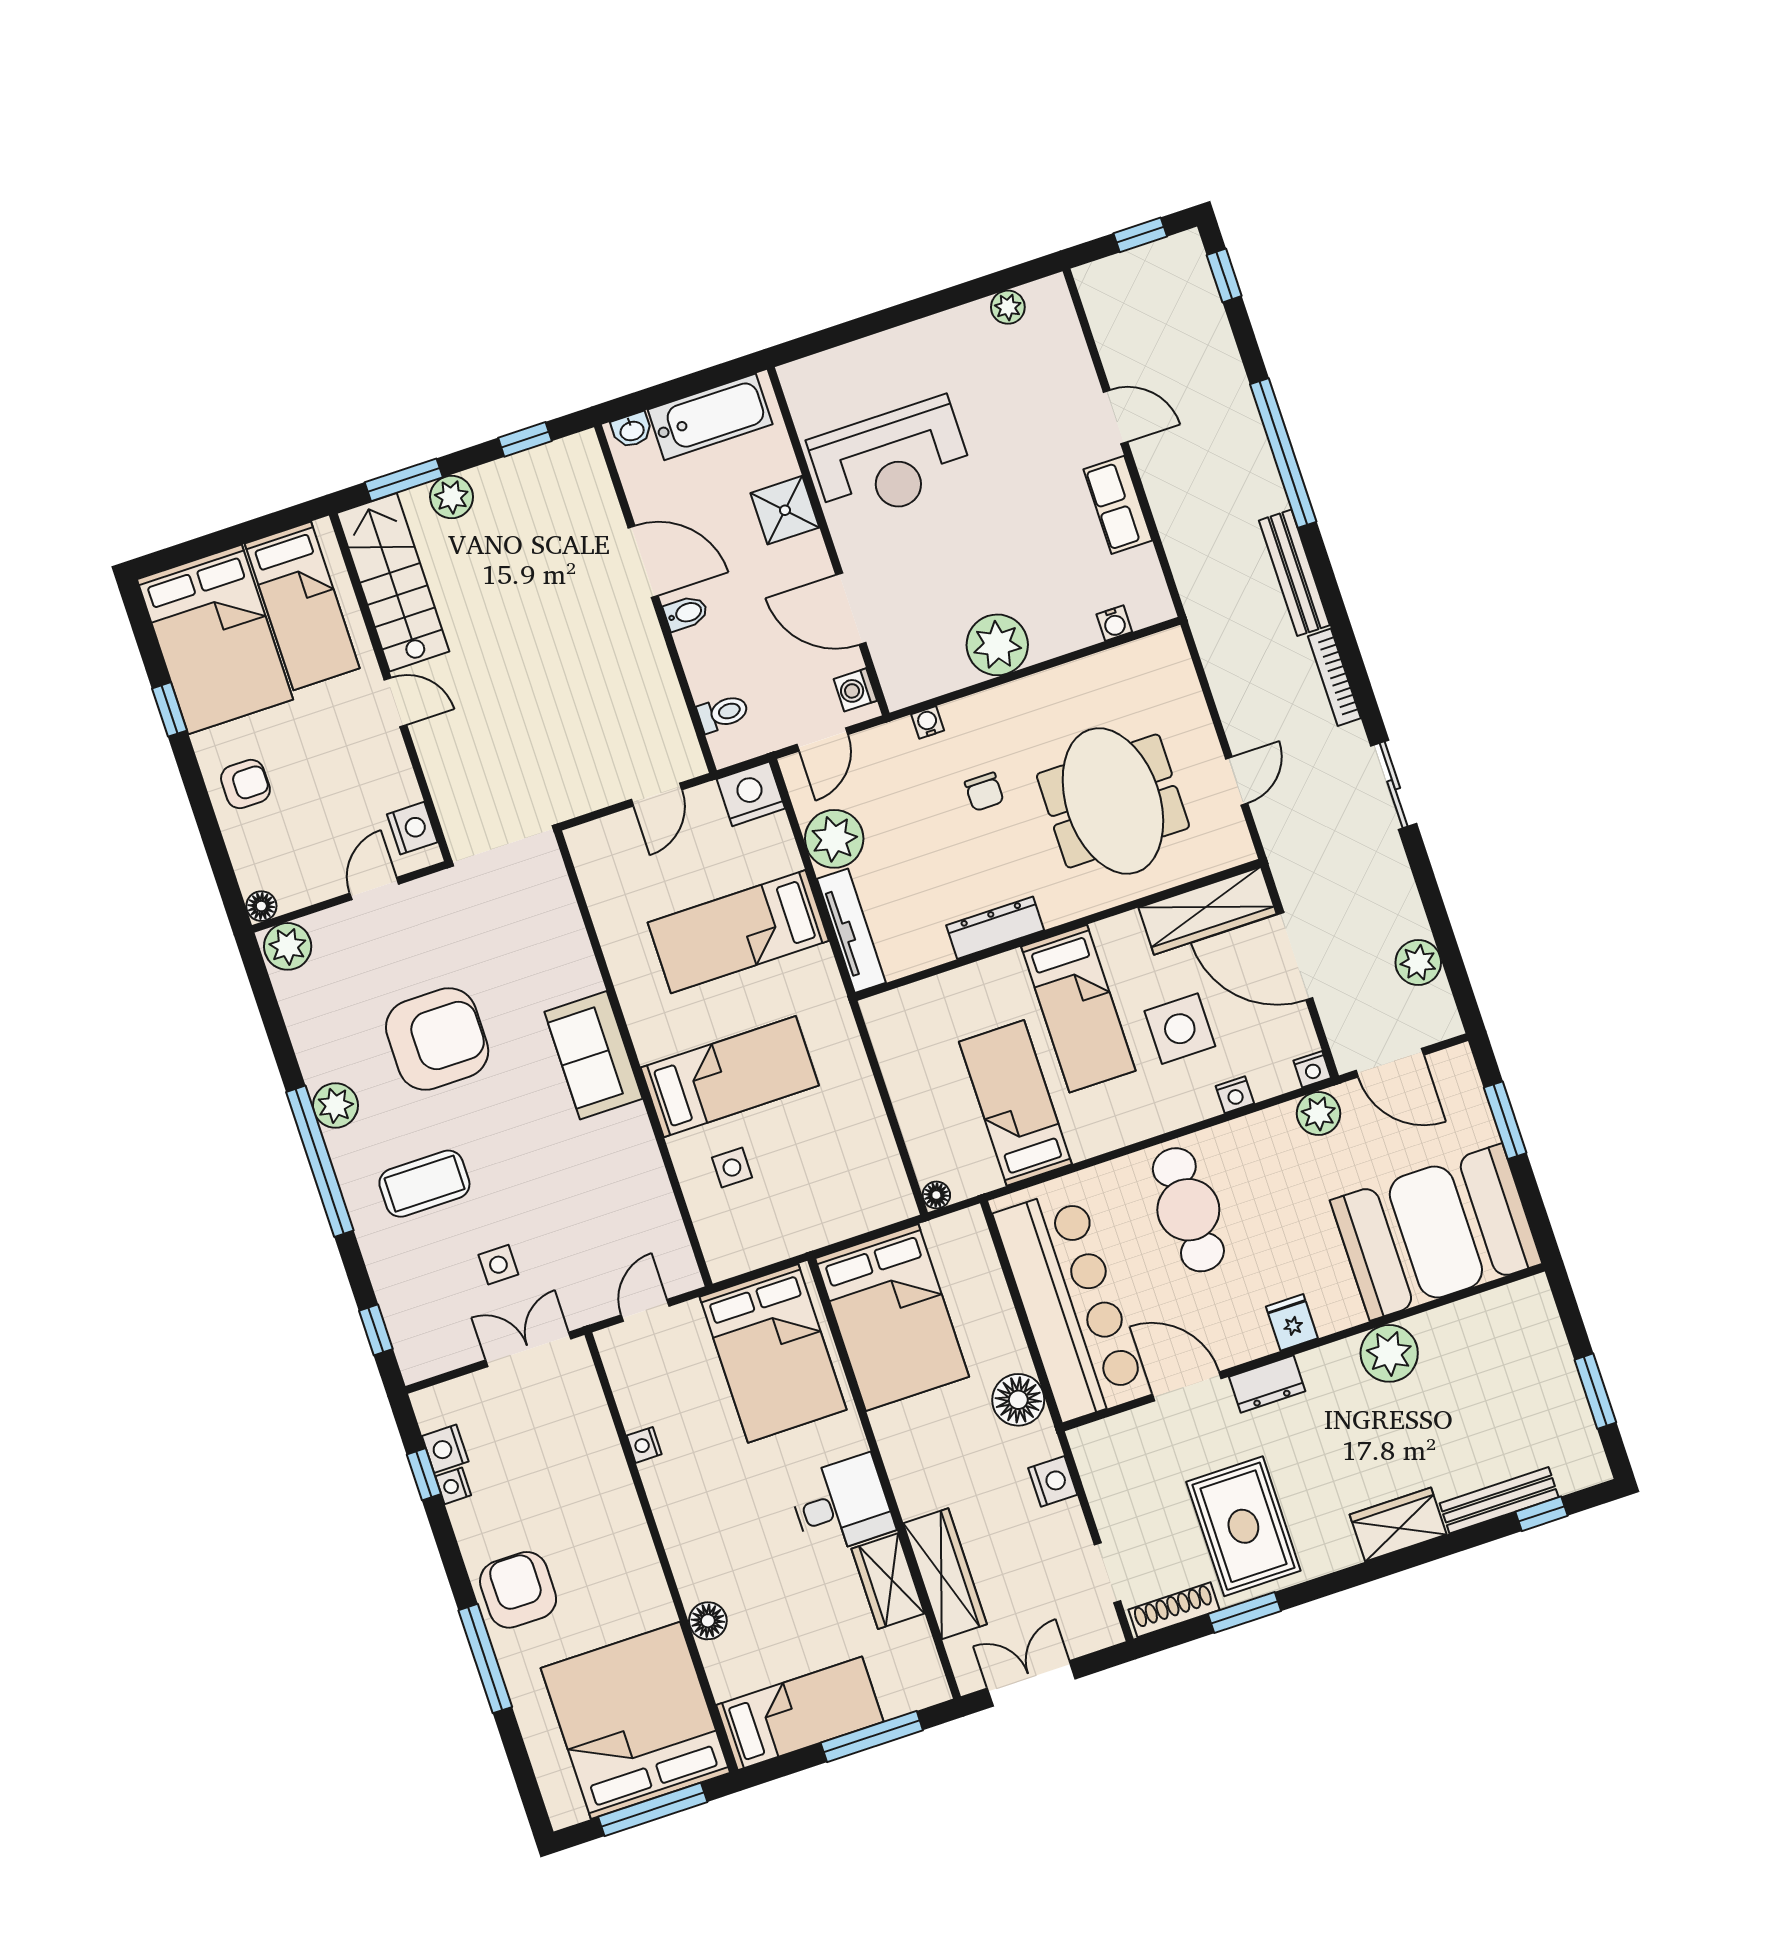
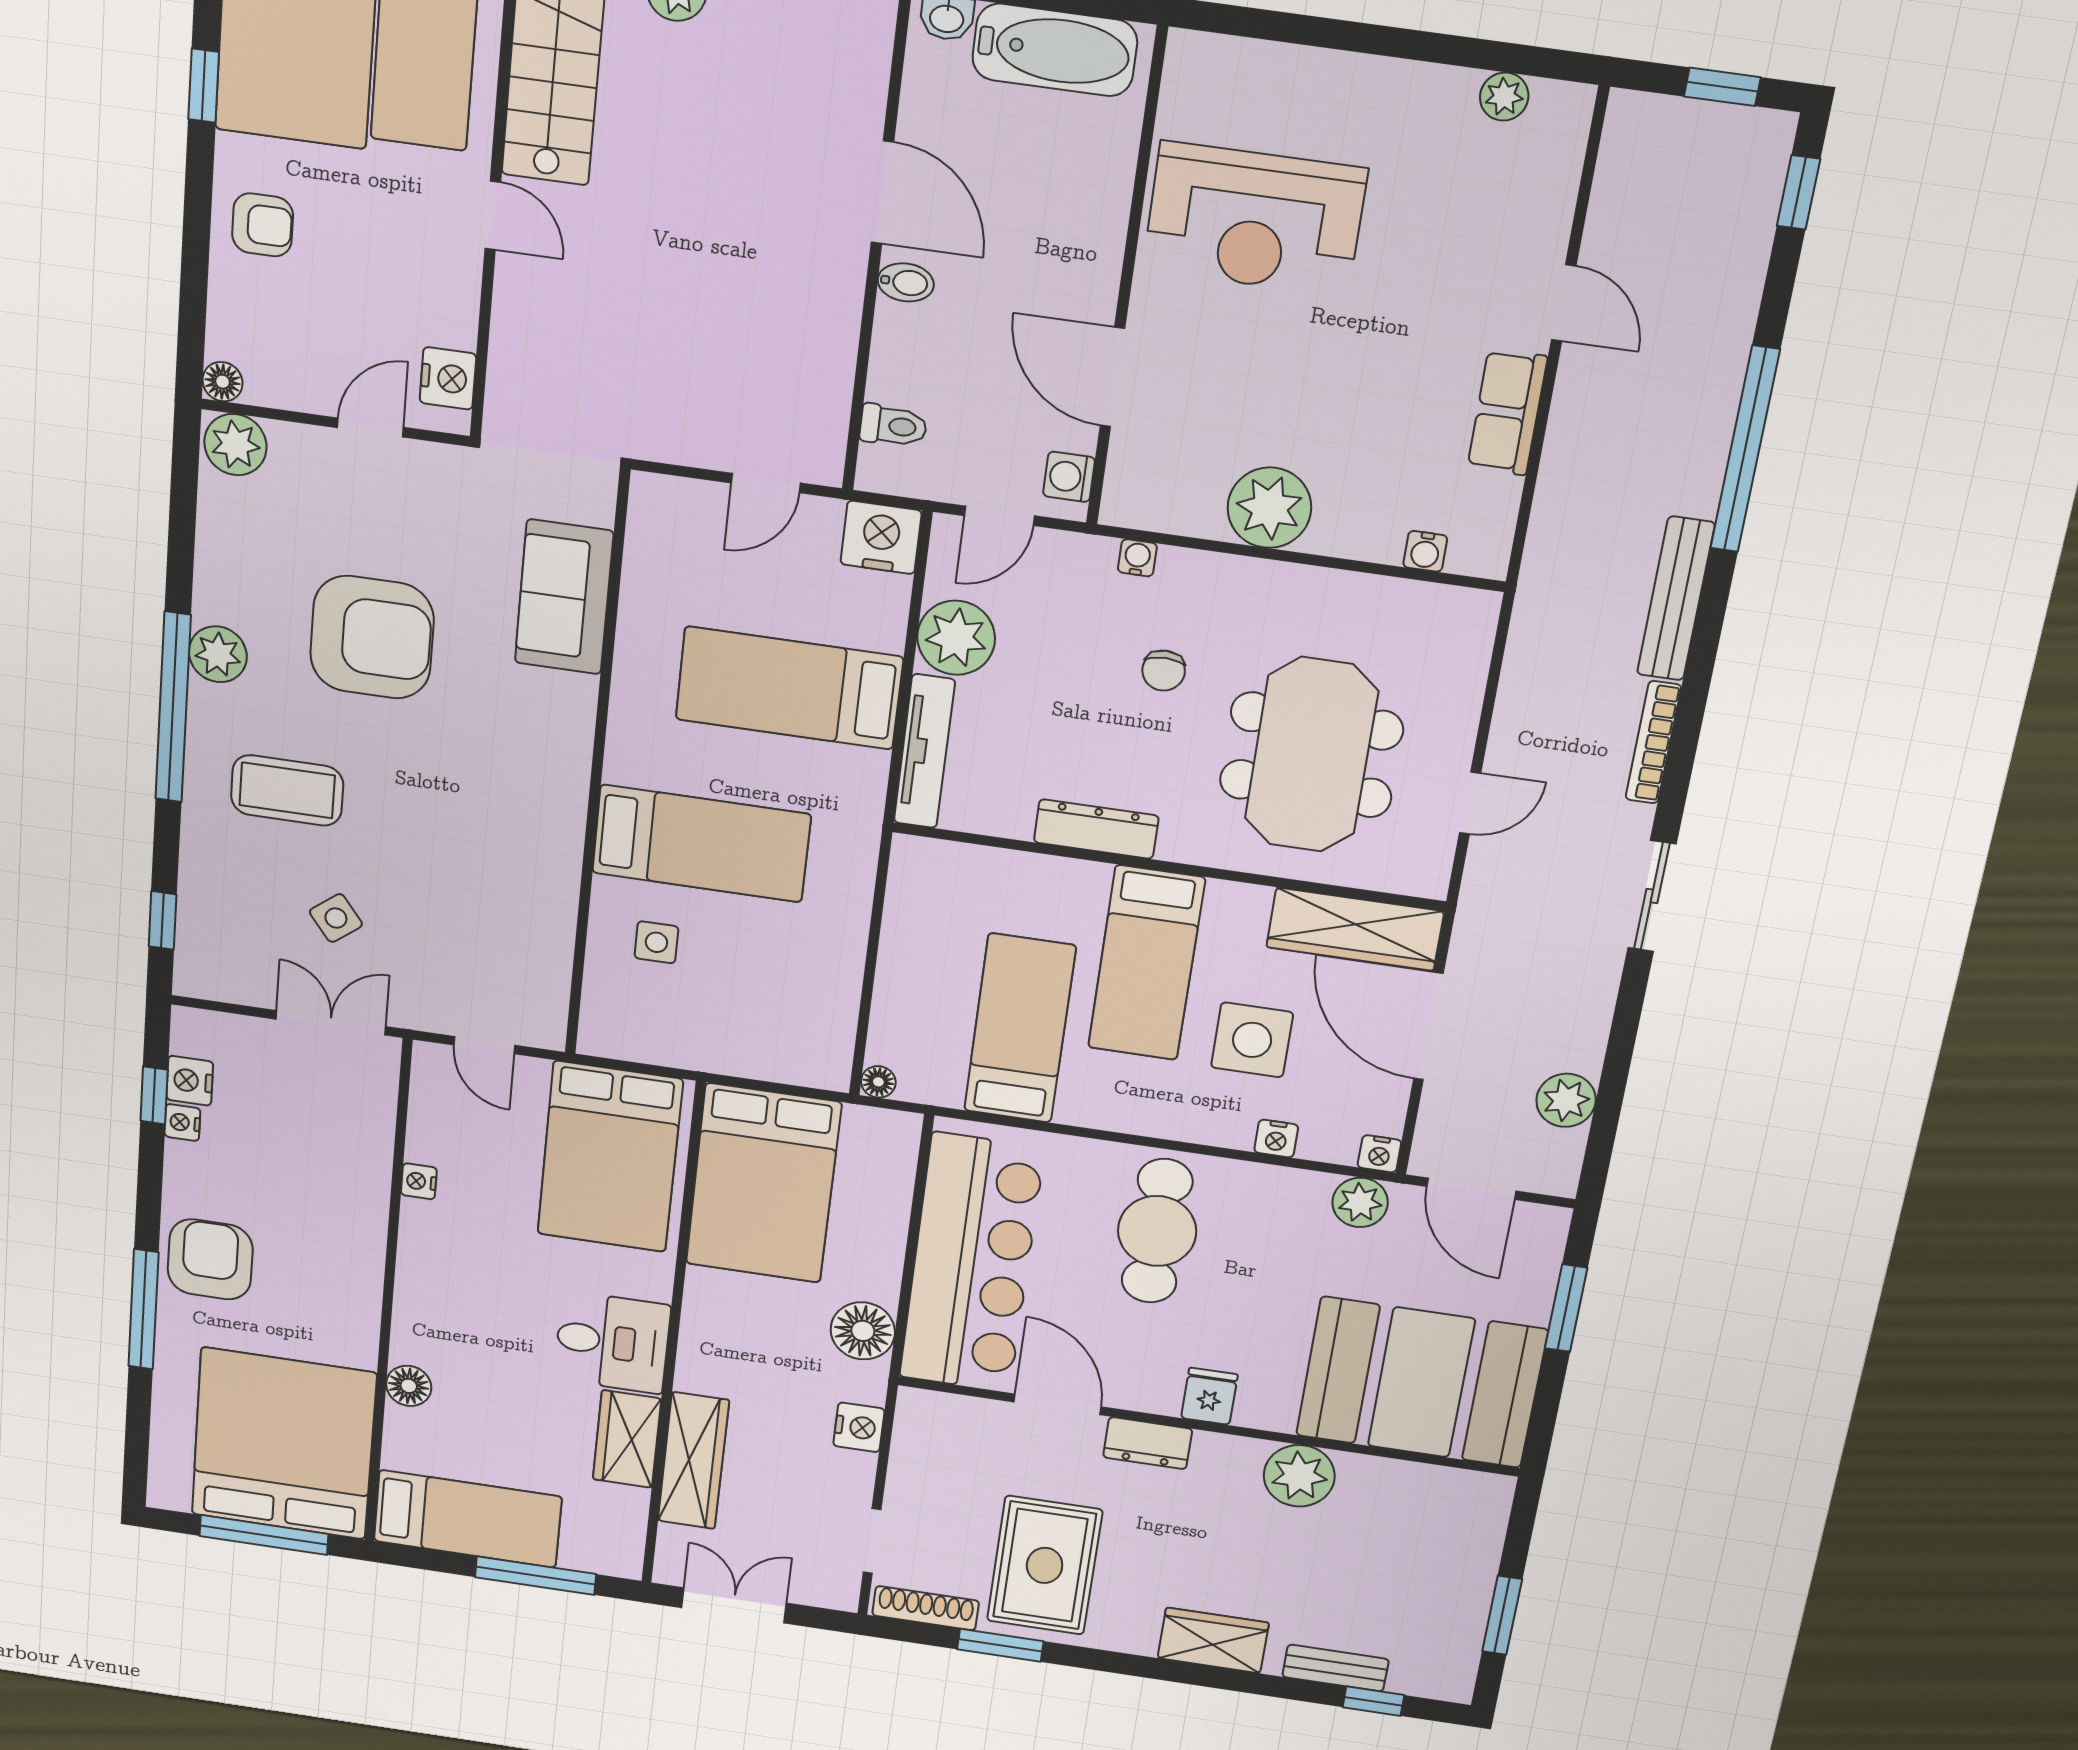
shower: (785, 510) -> (1091, 215), removed
sofa: (593, 1055) -> (564, 597), moved
side table: (498, 1265) -> (336, 918), turned -38
door: (645, 1310) -> (484, 1045), swing flipped
bench: (1499, 1500) -> (1335, 1668), width x0.73

